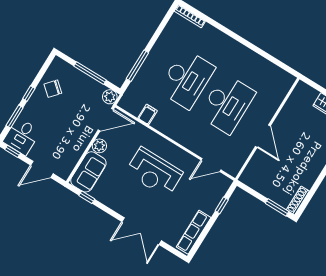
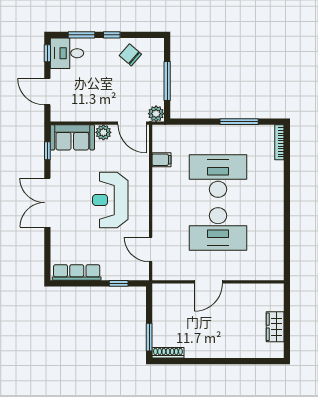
window: (137, 66) -> (239, 122), moved
desk: (187, 79) -> (218, 176), turned 180
double door: (142, 231) -> (47, 203), moved

